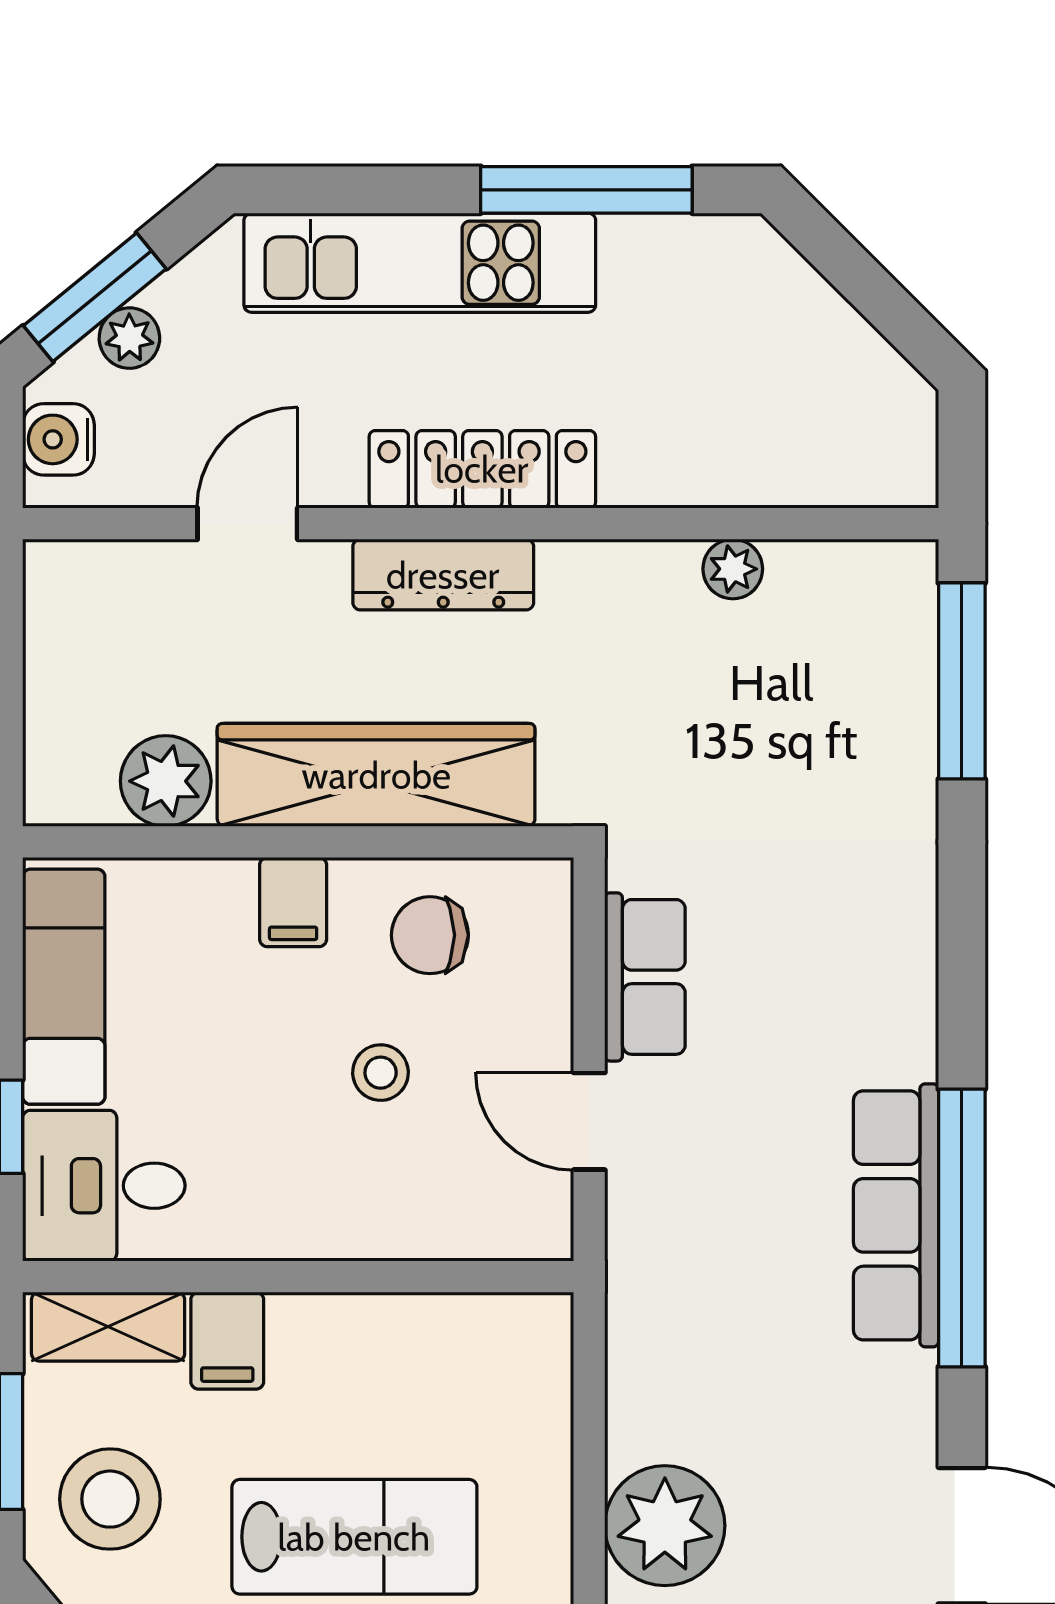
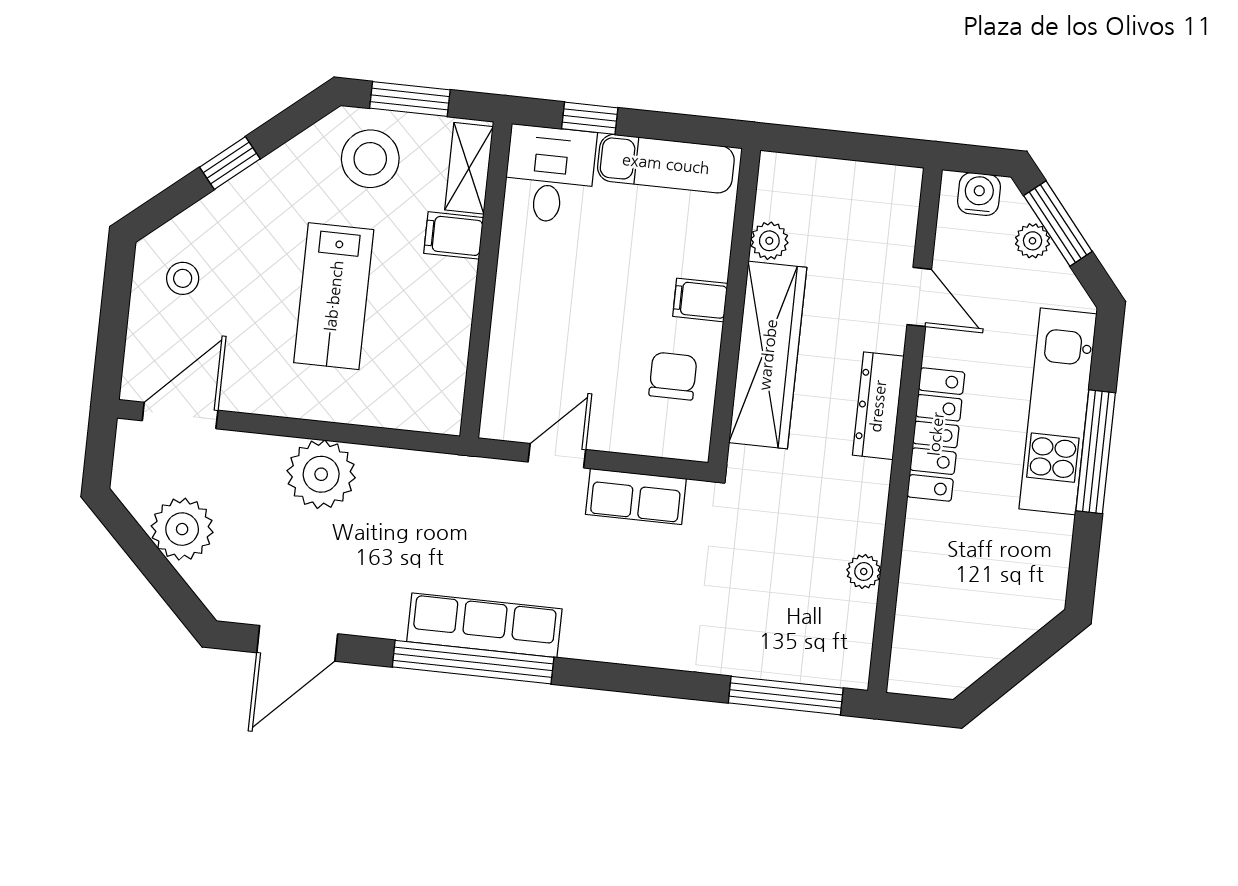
window: (586, 190) -> (1096, 452), moved
plant: (166, 781) -> (769, 241), width x0.73, depth x0.73
stool: (381, 1073) -> (597, 339), removed

